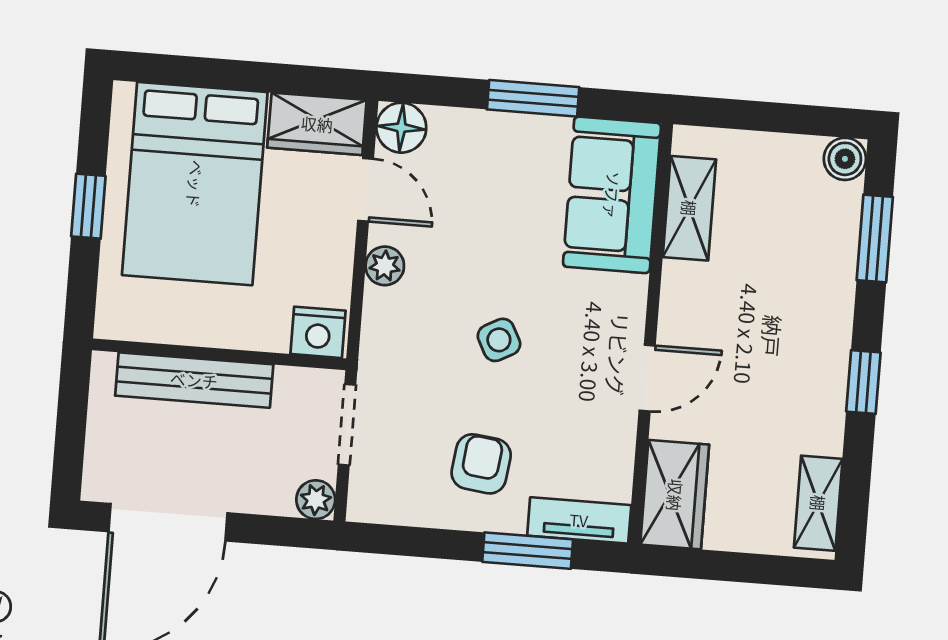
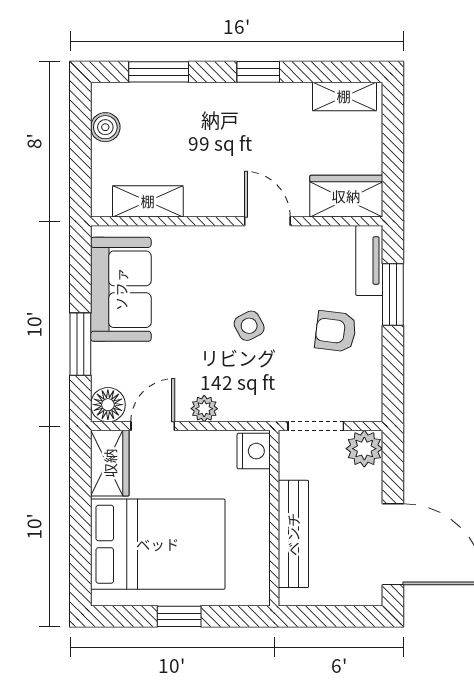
window: (533, 98) -> (80, 344), moved
boiler: (845, 159) -> (105, 127), moved
sofa: (612, 195) -> (121, 289), moved, turned -90
plant: (316, 500) -> (364, 449), width x1.38, depth x1.38

